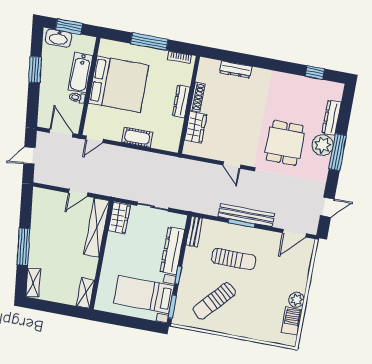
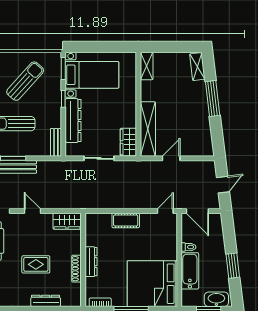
bed: (119, 84) -> (152, 284), moved
rug: (239, 109) -> (36, 264), added
wardrobe: (196, 127) -> (67, 221), moved, turned -90

